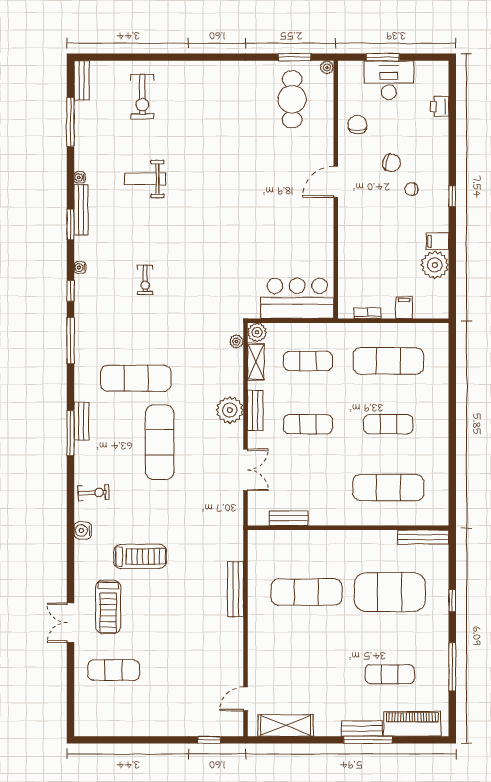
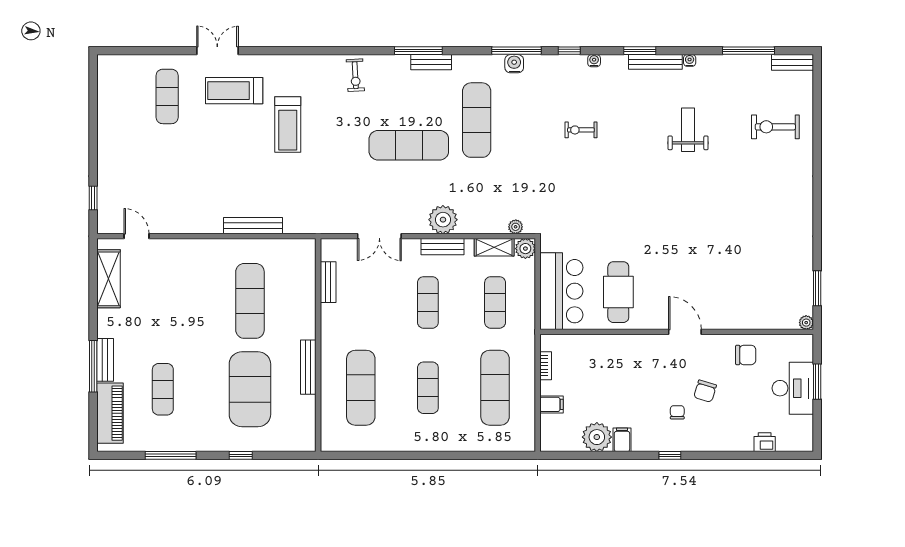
cafe table: (292, 99) -> (618, 292), moved, turned 90
water cooler: (83, 530) -> (514, 64), moved
bench: (423, 537) -> (308, 367), moved

